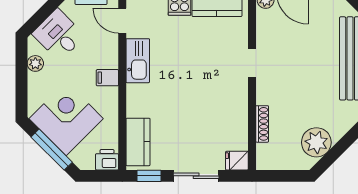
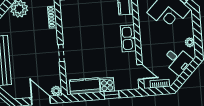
kitchen sink: (138, 61) -> (128, 38), moved
filing cabinet: (107, 78) -> (146, 37), removed

